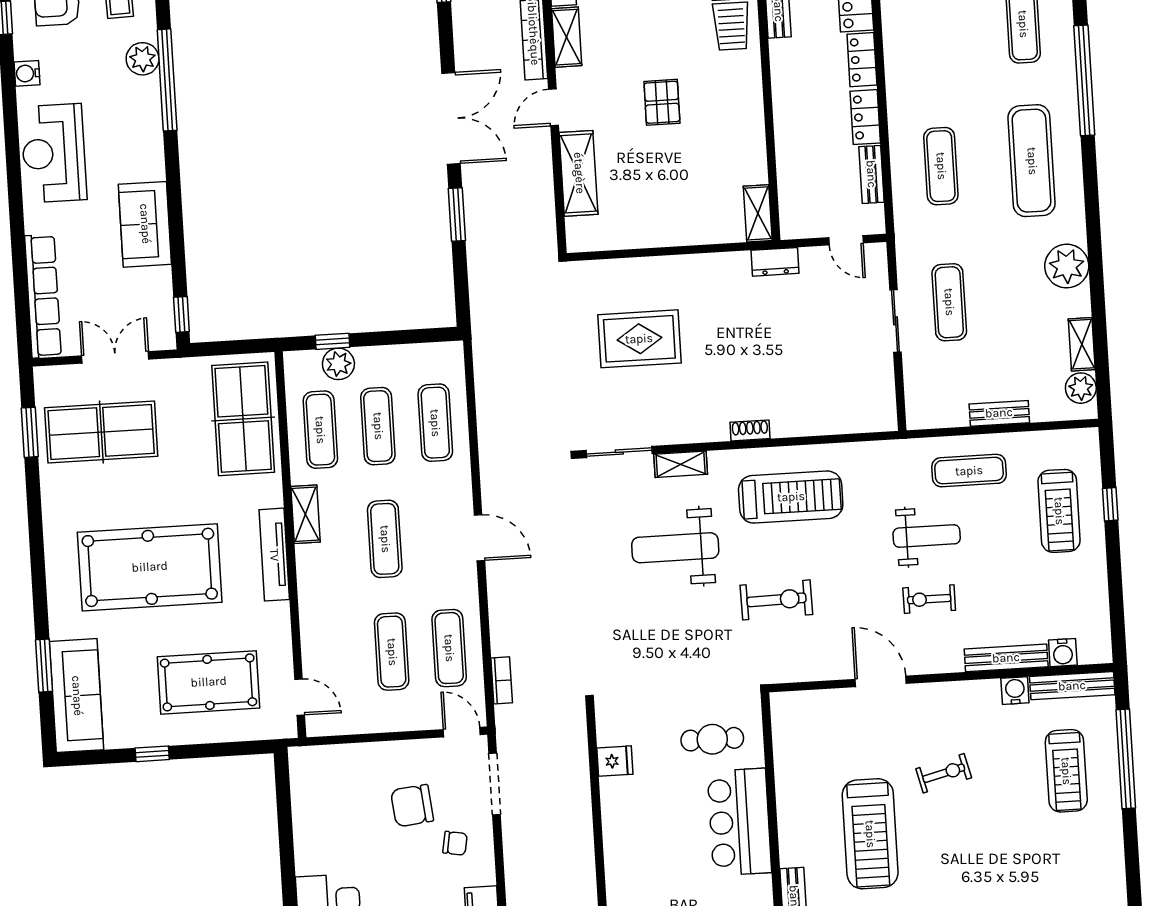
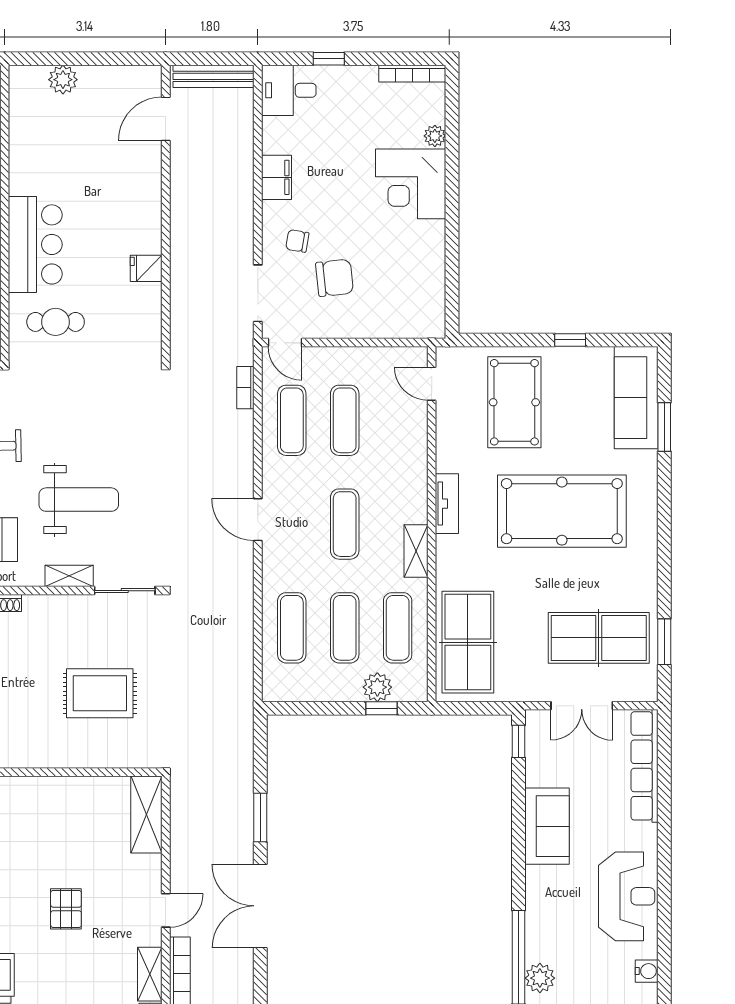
shelving: (579, 173) -> (146, 815), moved
tv unit: (274, 555) -> (447, 504), width x0.71
pool table: (209, 682) -> (514, 402), turned 90
fridge: (615, 761) -> (146, 268), moved

